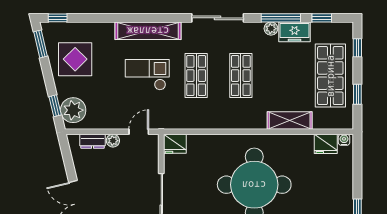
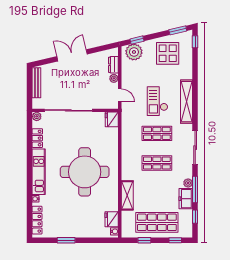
checkout: (147, 75) -> (157, 101), turned 180

